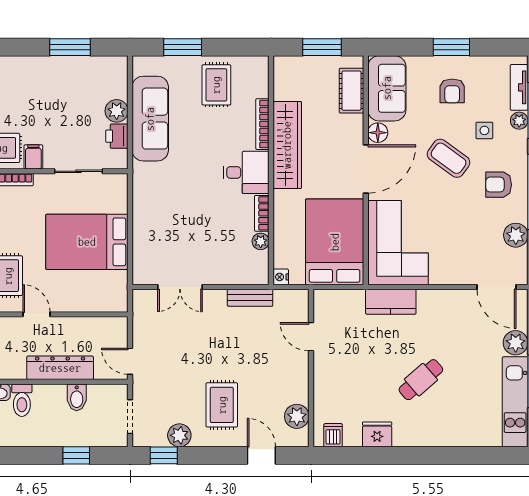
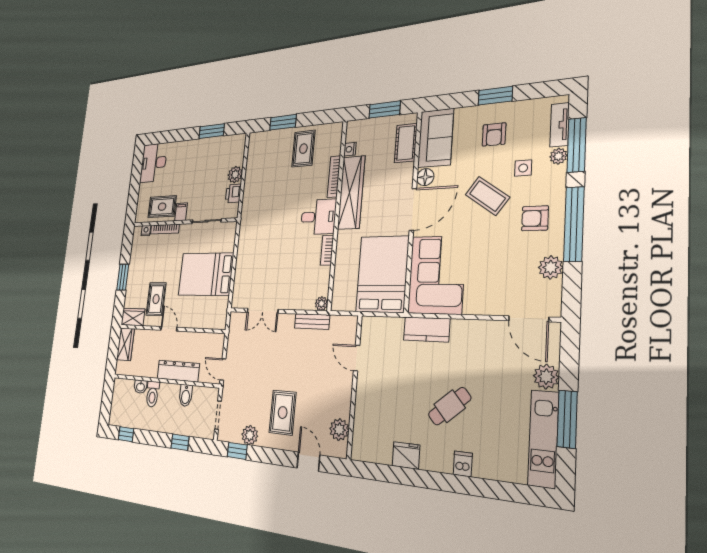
sofa: (150, 119) -> (256, 179), removed
plant: (261, 241) -> (321, 304), moved
nightstand: (281, 277) -> (350, 149), moved
dishwasher: (333, 435) -> (463, 464), moved

